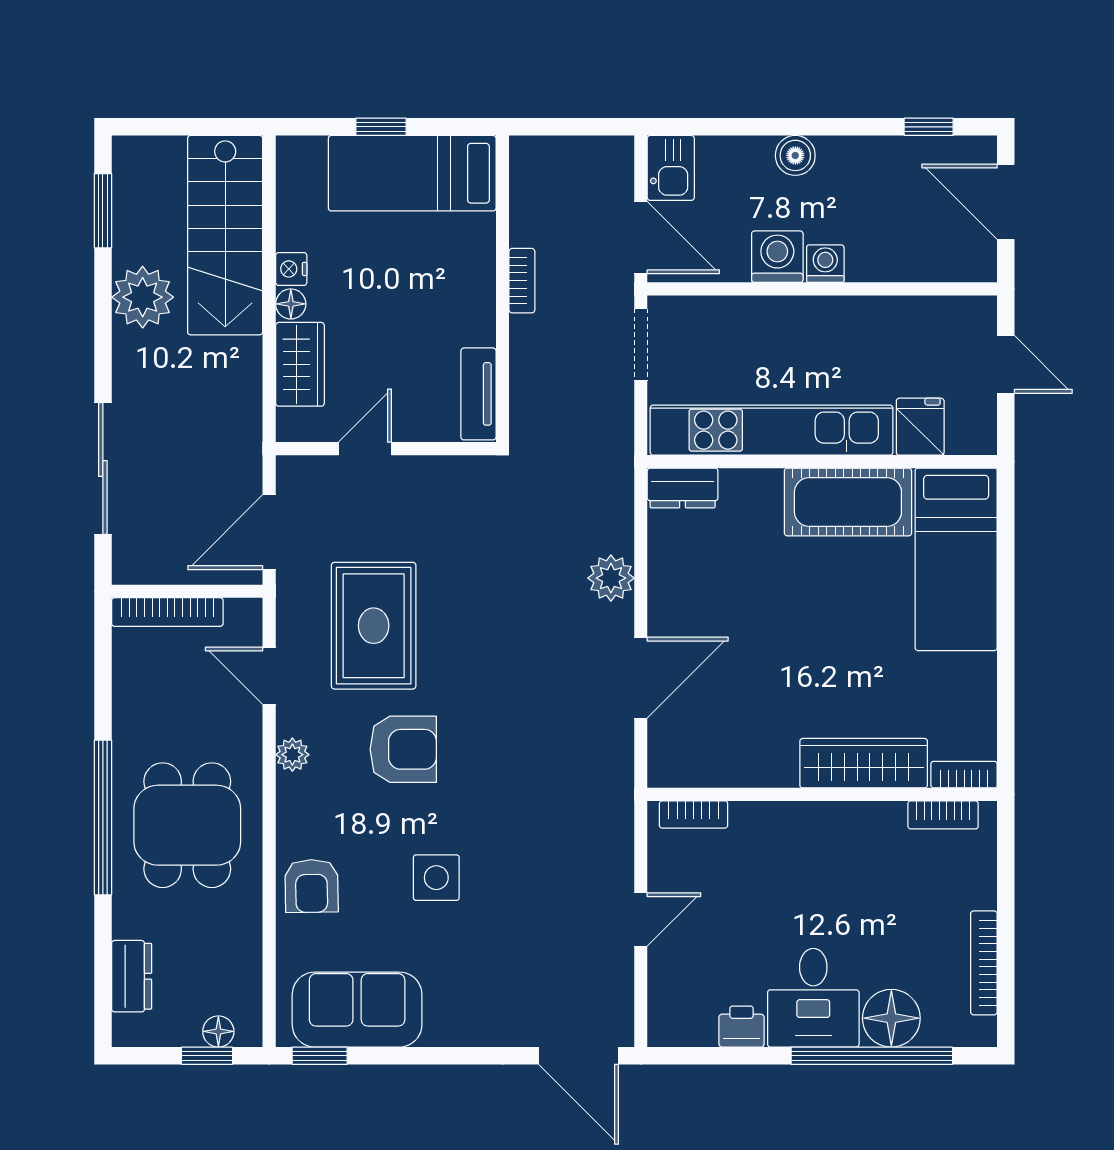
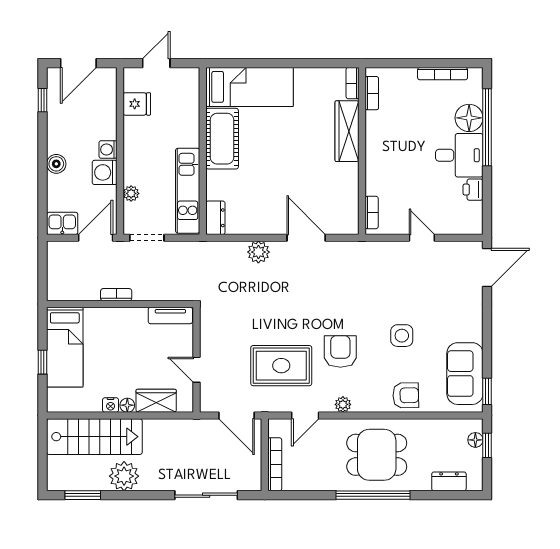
plant: (733, 312) -> (131, 193), added
fridge: (920, 427) -> (137, 104), moved, turned 180
kitchen unit: (772, 430) -> (188, 191), width x0.73

